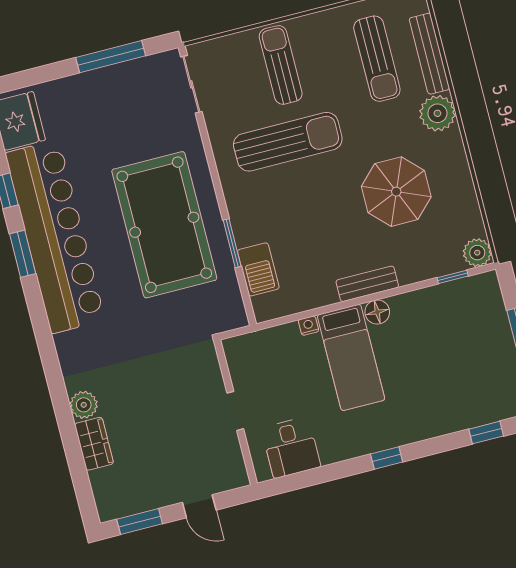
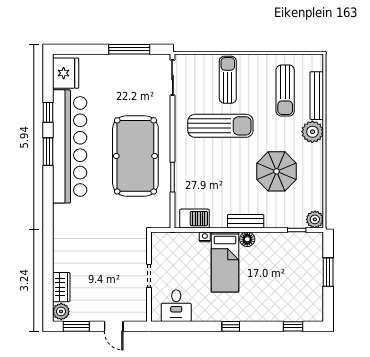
barbecue: (258, 269) -> (195, 219), moved, turned -90
plant: (84, 405) -> (61, 311), moved
wardrobe: (94, 444) -> (61, 287), moved

